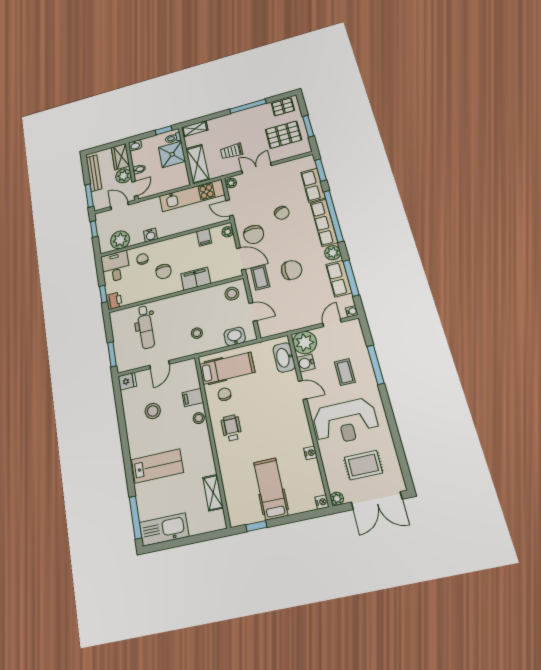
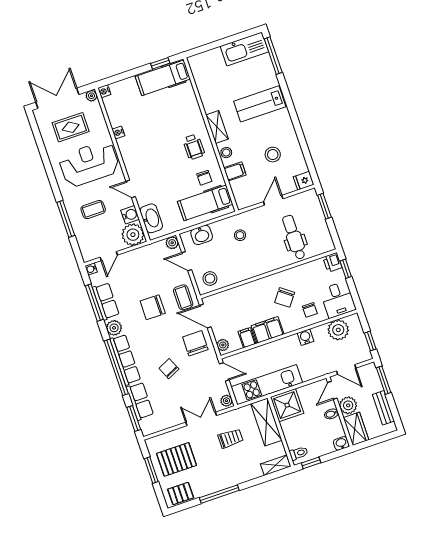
shower: (172, 154) -> (287, 405), moved
double door: (256, 168) -> (201, 419), swing flipped
bench: (94, 173) -> (383, 408), width x0.73
chair: (164, 271) -> (285, 297), turned -143
filing cabinet: (196, 279) -> (268, 330), moved, turned 180
plant: (265, 331) -> (172, 243), added
coffee table: (345, 372) -> (93, 210), turned 90
hospital bed: (271, 489) -> (163, 78), moved, turned 90
shelving: (213, 493) -> (217, 127), moved

